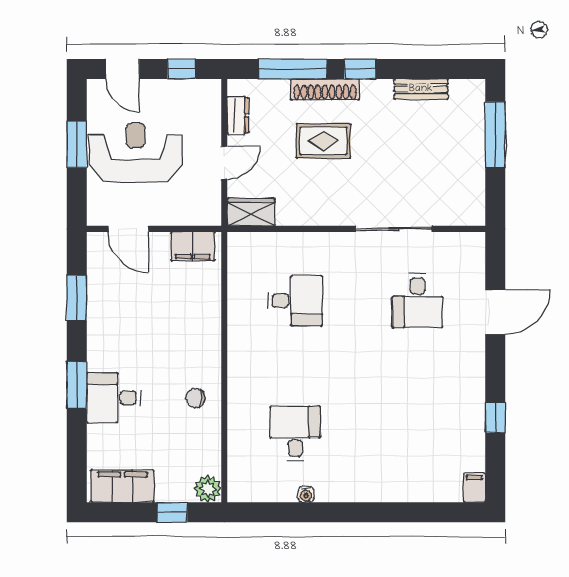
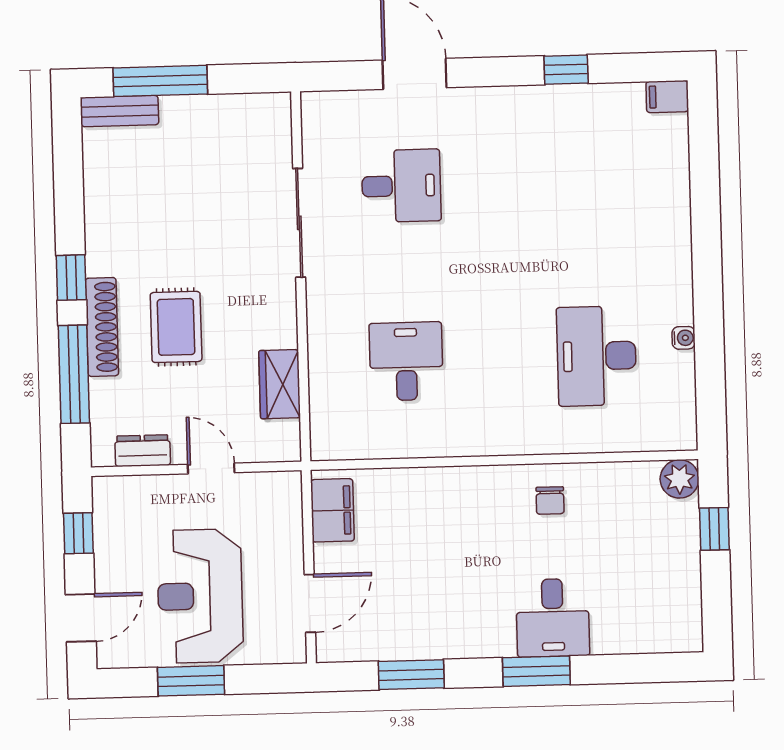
bench: (421, 89) -> (120, 111), moved, turned 90
wardrobe: (251, 212) -> (280, 384), moved
desk: (295, 433) -> (597, 356), width x1.37
filing cabinet: (122, 486) -> (679, 601), removed

